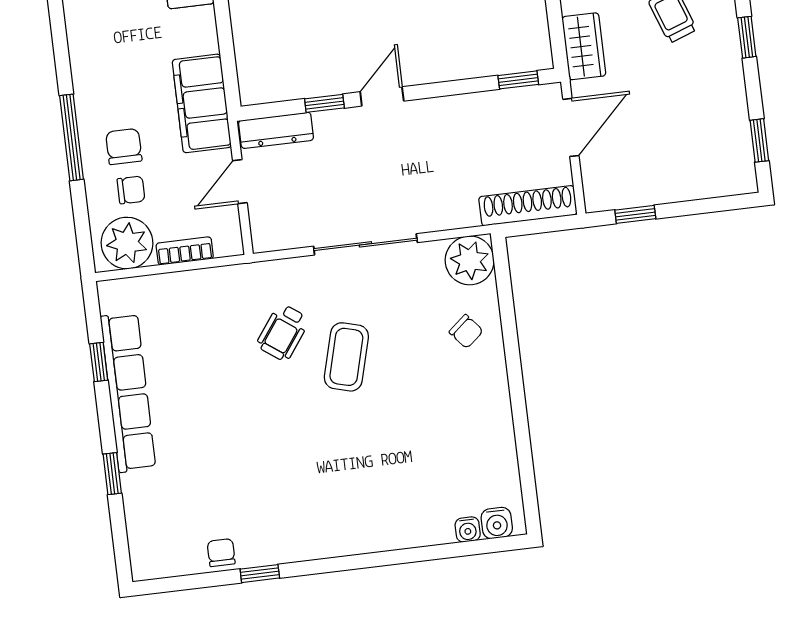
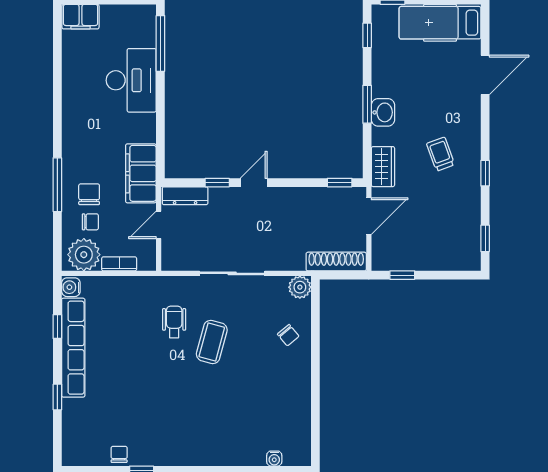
plant: (470, 260) -> (300, 287), width x0.73, depth x0.73
wheelchair: (283, 332) -> (174, 322), turned 144
water cooler: (497, 523) -> (71, 287), moved, turned 90

